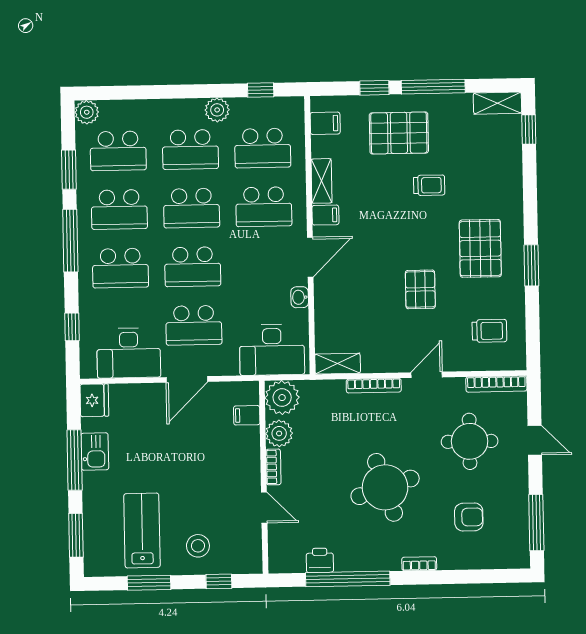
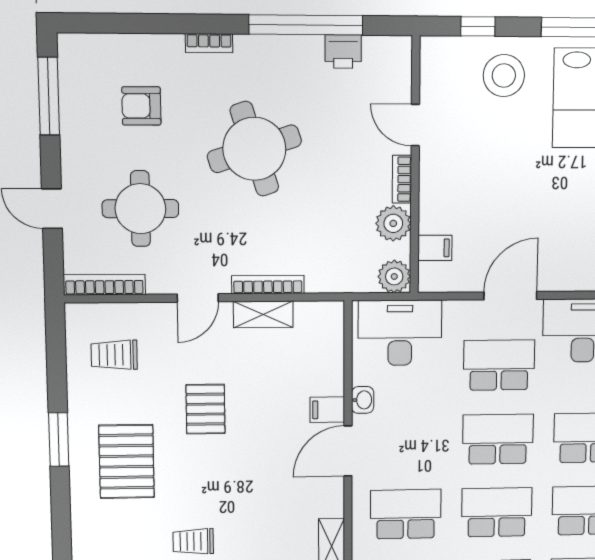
filing cabinet: (325, 215) -> (327, 410), moved
shelving: (338, 364) -> (263, 314), moved
plant: (282, 398) -> (394, 276), width x0.73, depth x0.73
stool: (198, 546) -> (504, 76), width x1.38, depth x1.38

